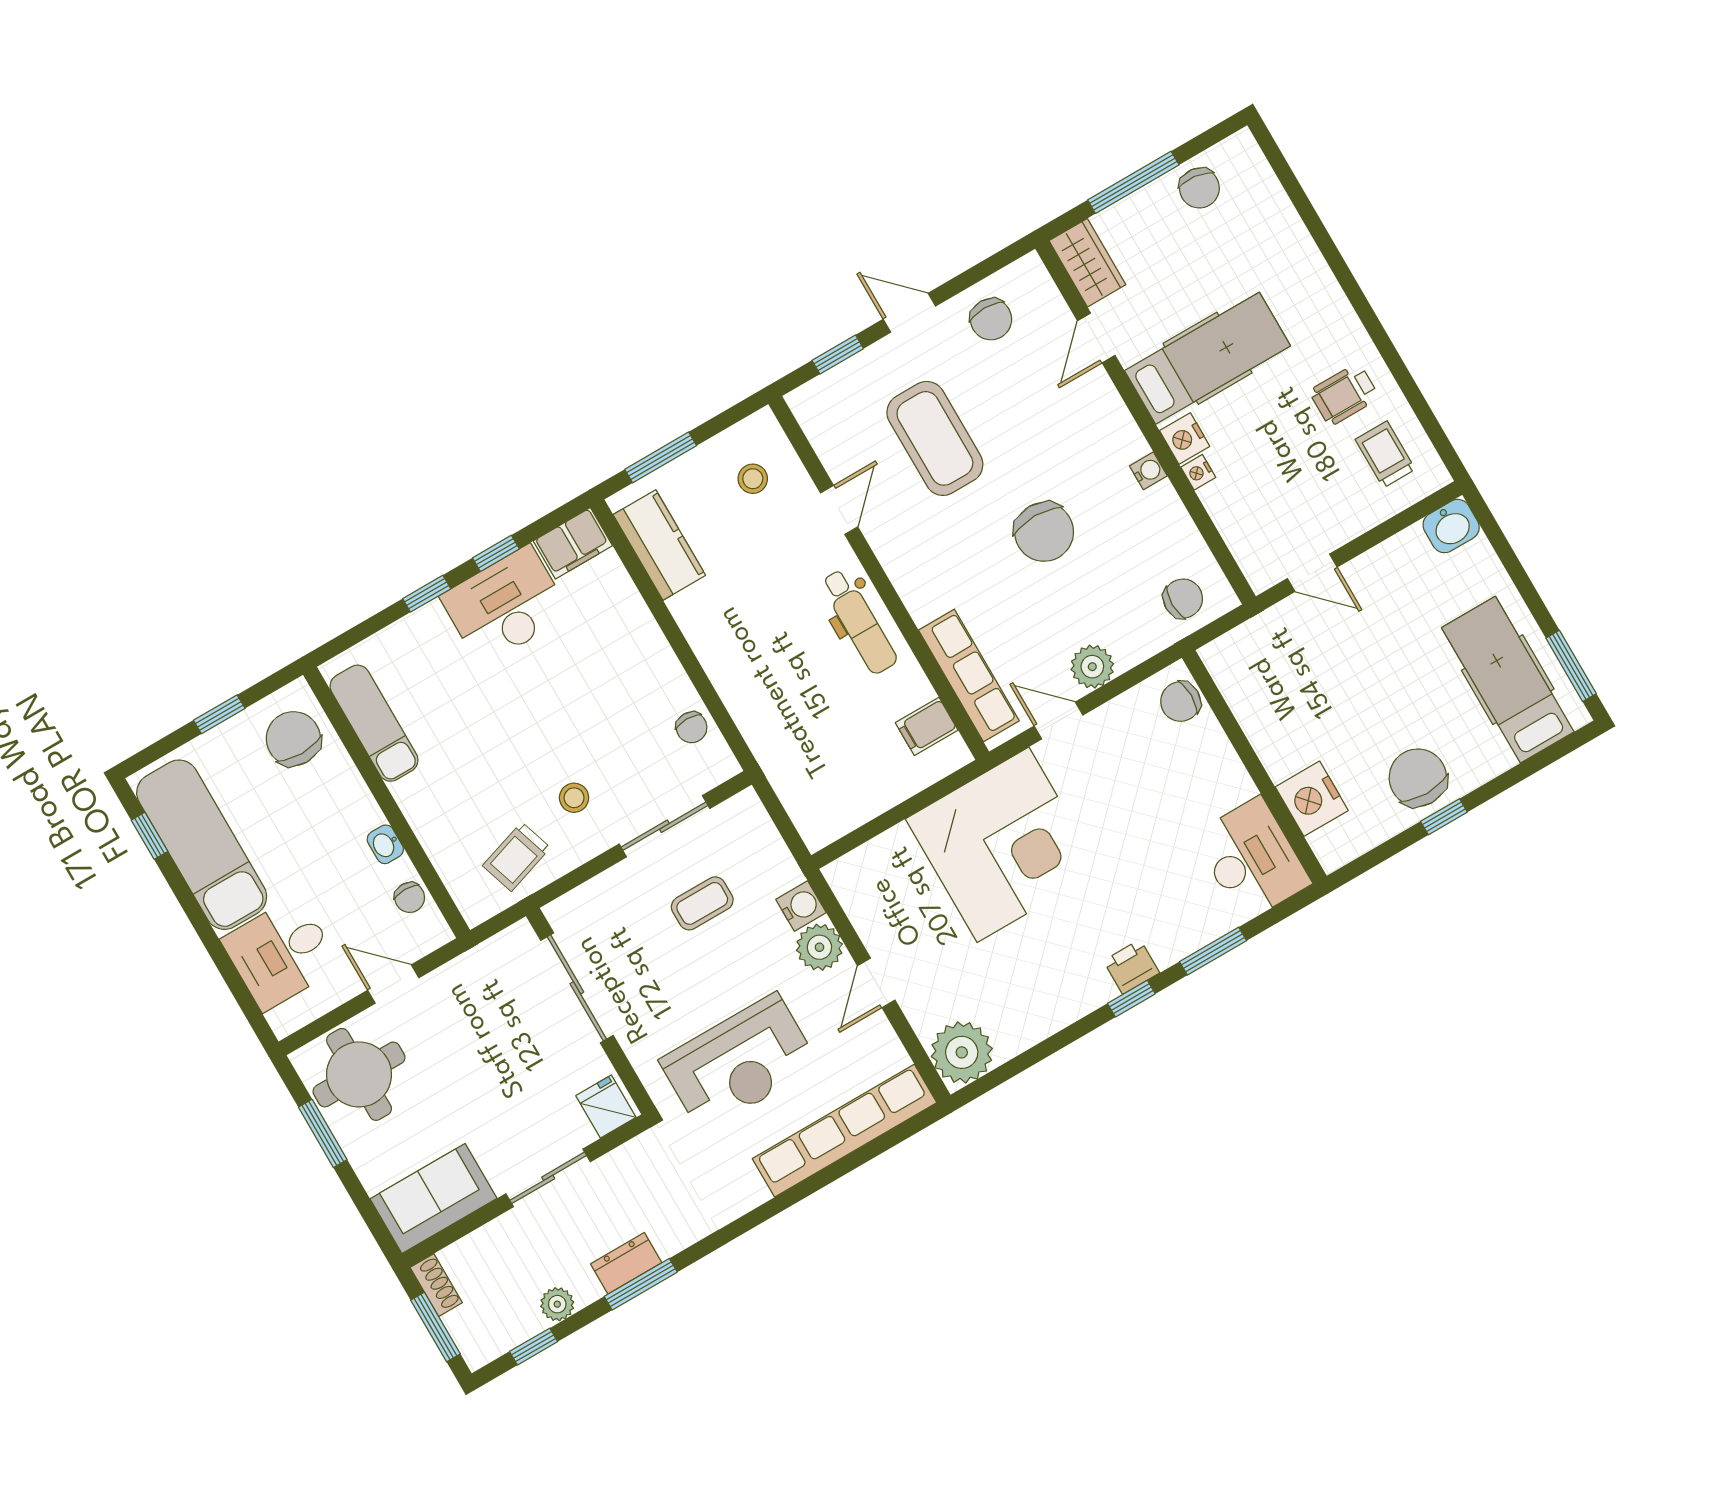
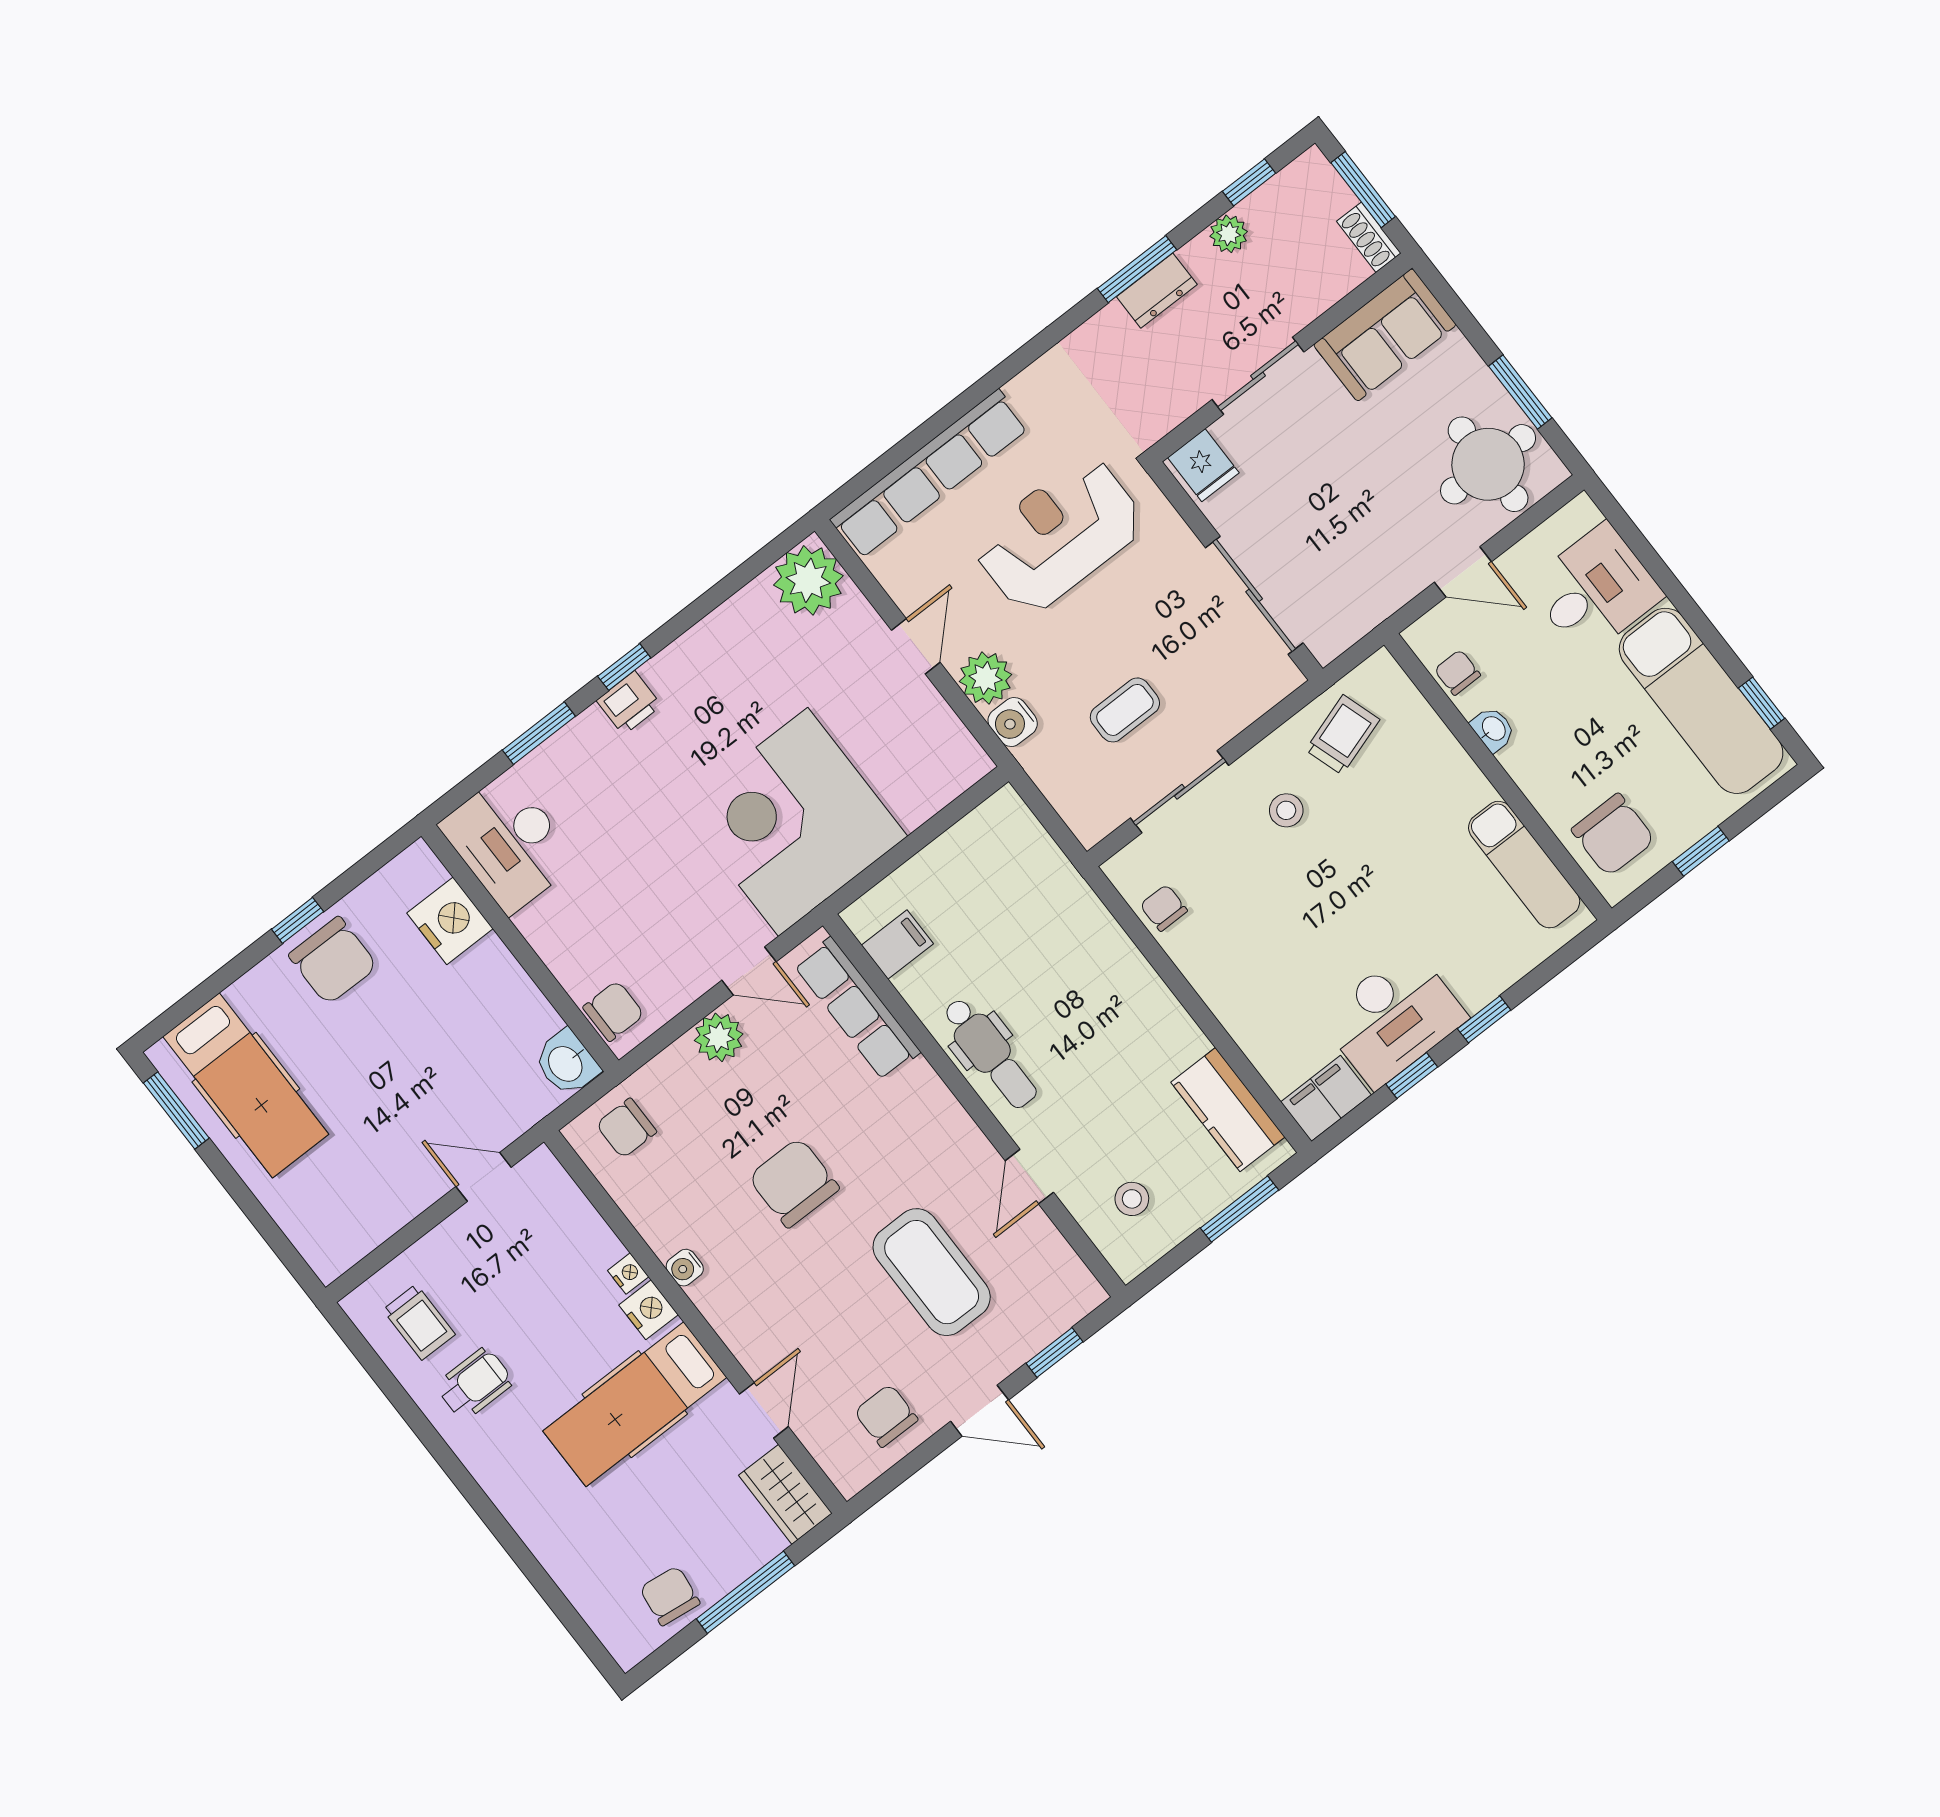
washbasin: (1451, 526) -> (566, 1063), moved, turned -90
dental chair: (859, 622) -> (990, 1053), turned 180

